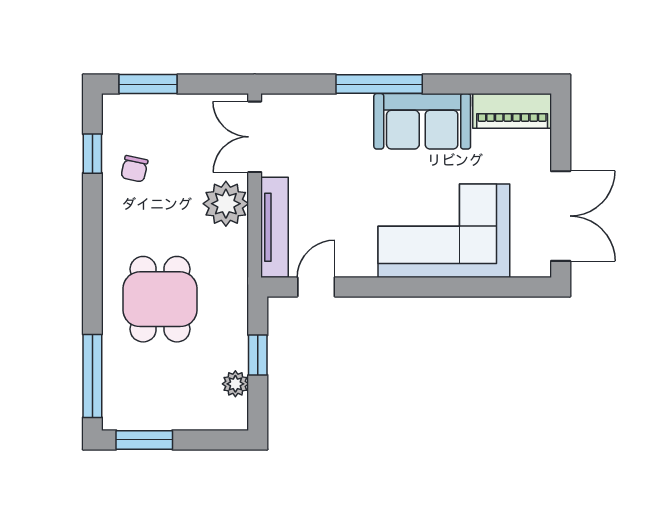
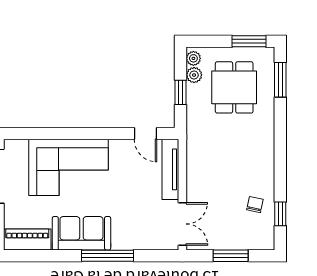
window: (148, 84) -> (231, 256), moved
plant: (226, 204) -> (193, 58), moved, width x0.53, depth x0.53
door: (316, 287) -> (145, 133), hinge flipped
dining table: (160, 299) -> (234, 87), moved
window: (92, 376) -> (280, 80), width x0.69

